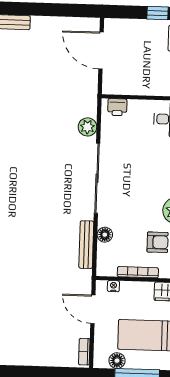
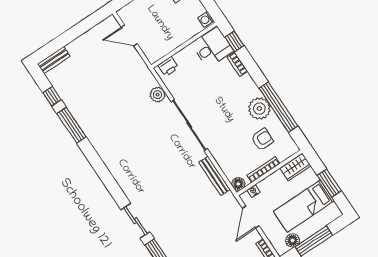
door: (101, 50) -> (129, 36), width x0.73
floor lamp: (105, 235) -> (238, 184), moved
door: (93, 309) -> (251, 217), hinge flipped

